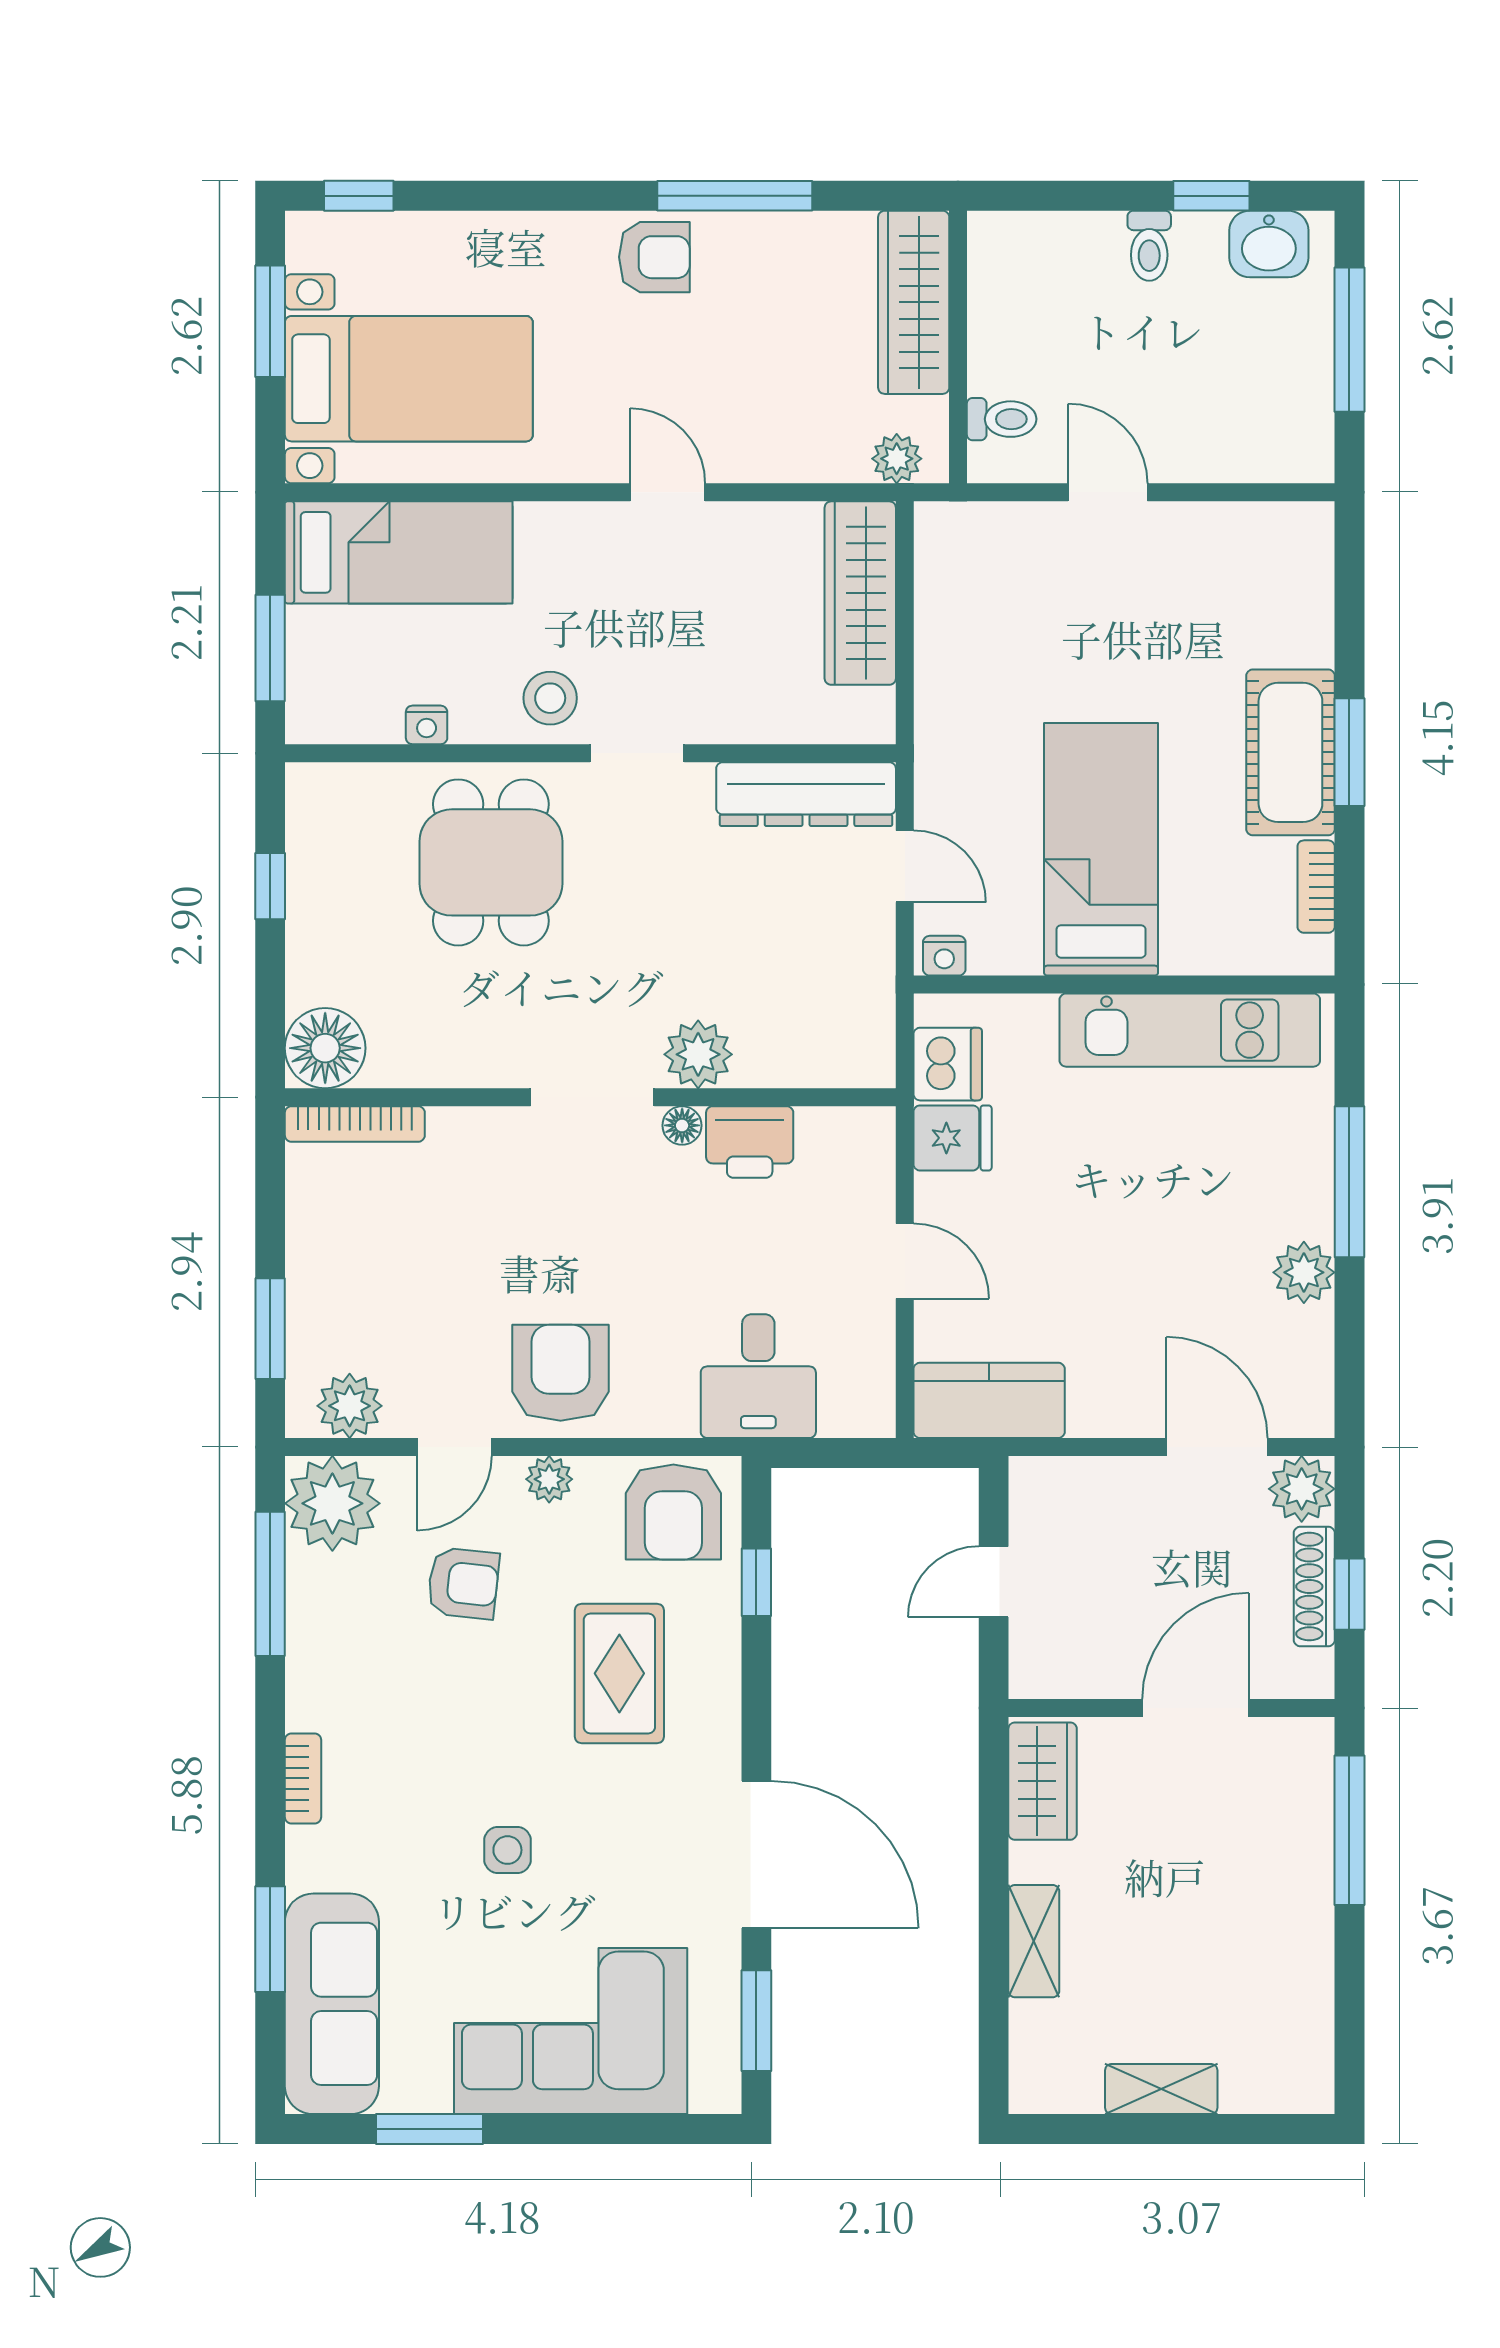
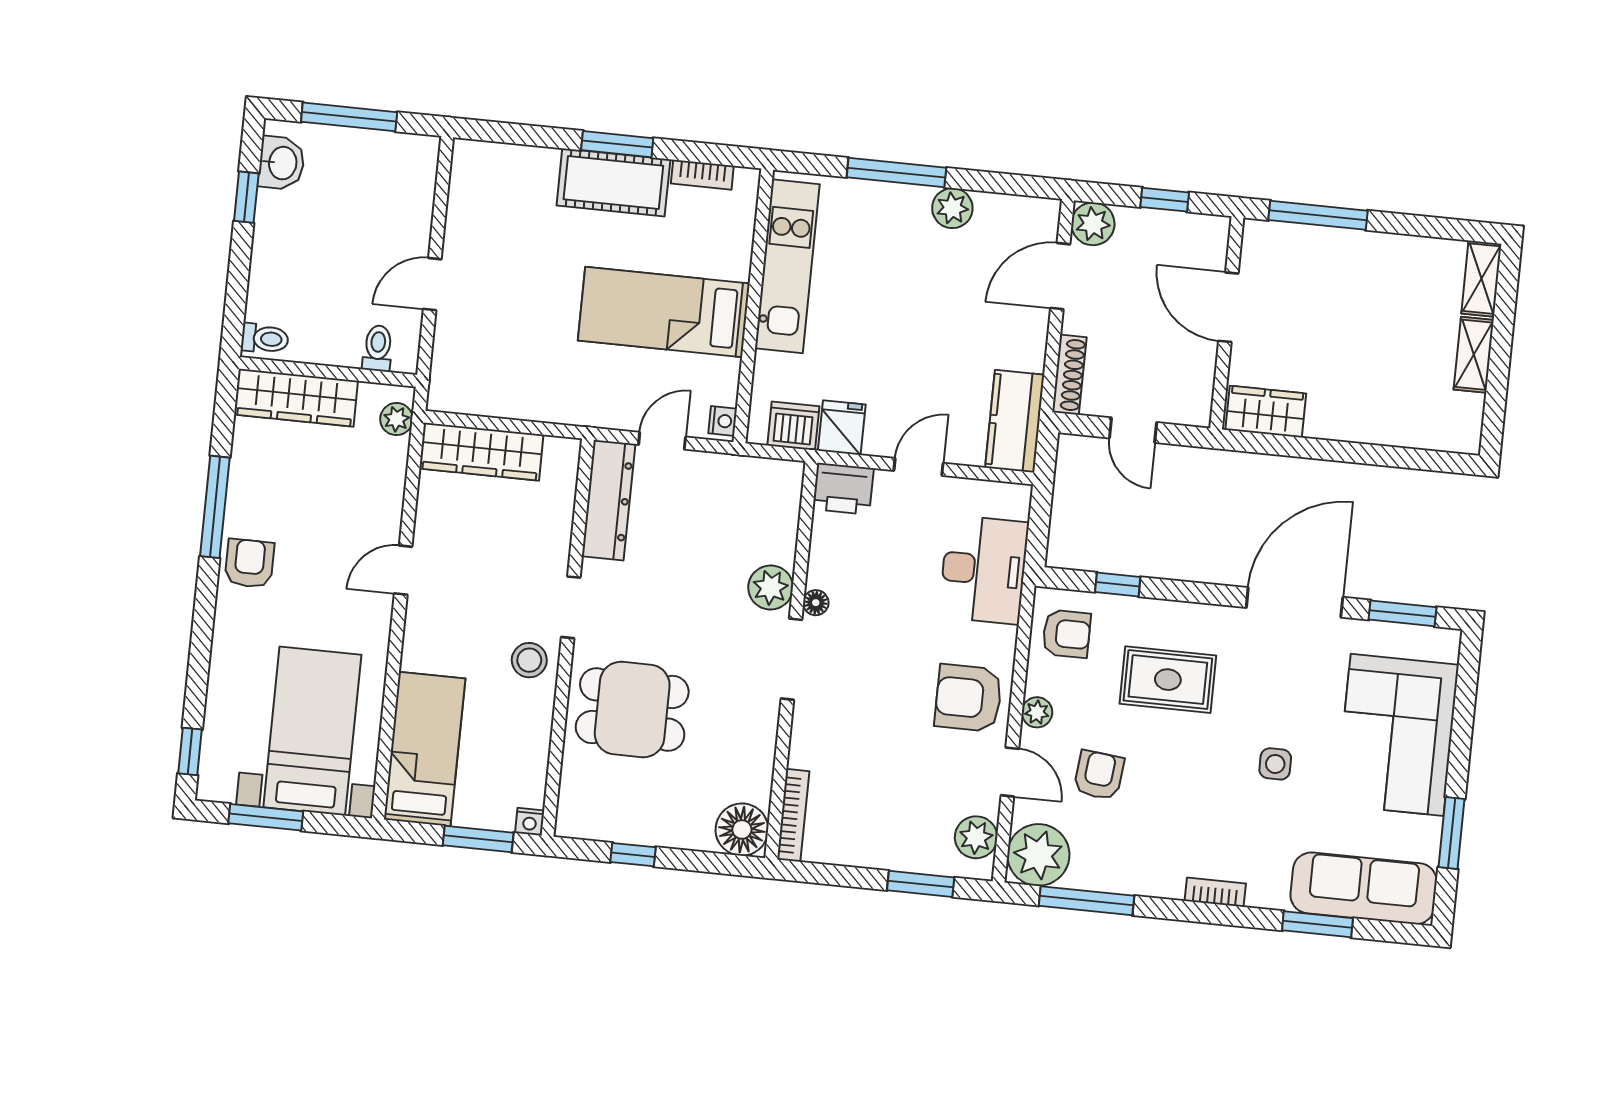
toilet: (1149, 246) -> (265, 339), moved
nightstand: (427, 725) -> (530, 822), moved, turned 90
printer: (750, 1142) -> (843, 489), moved, turned 90
desk: (758, 1376) -> (984, 570), width x1.37
armchair: (673, 1512) -> (1066, 634), width x0.72, depth x0.72
shoe rack: (1314, 1587) -> (1069, 375), moved, turned -90
shelving: (1034, 1941) -> (1481, 279), moved, turned 90

